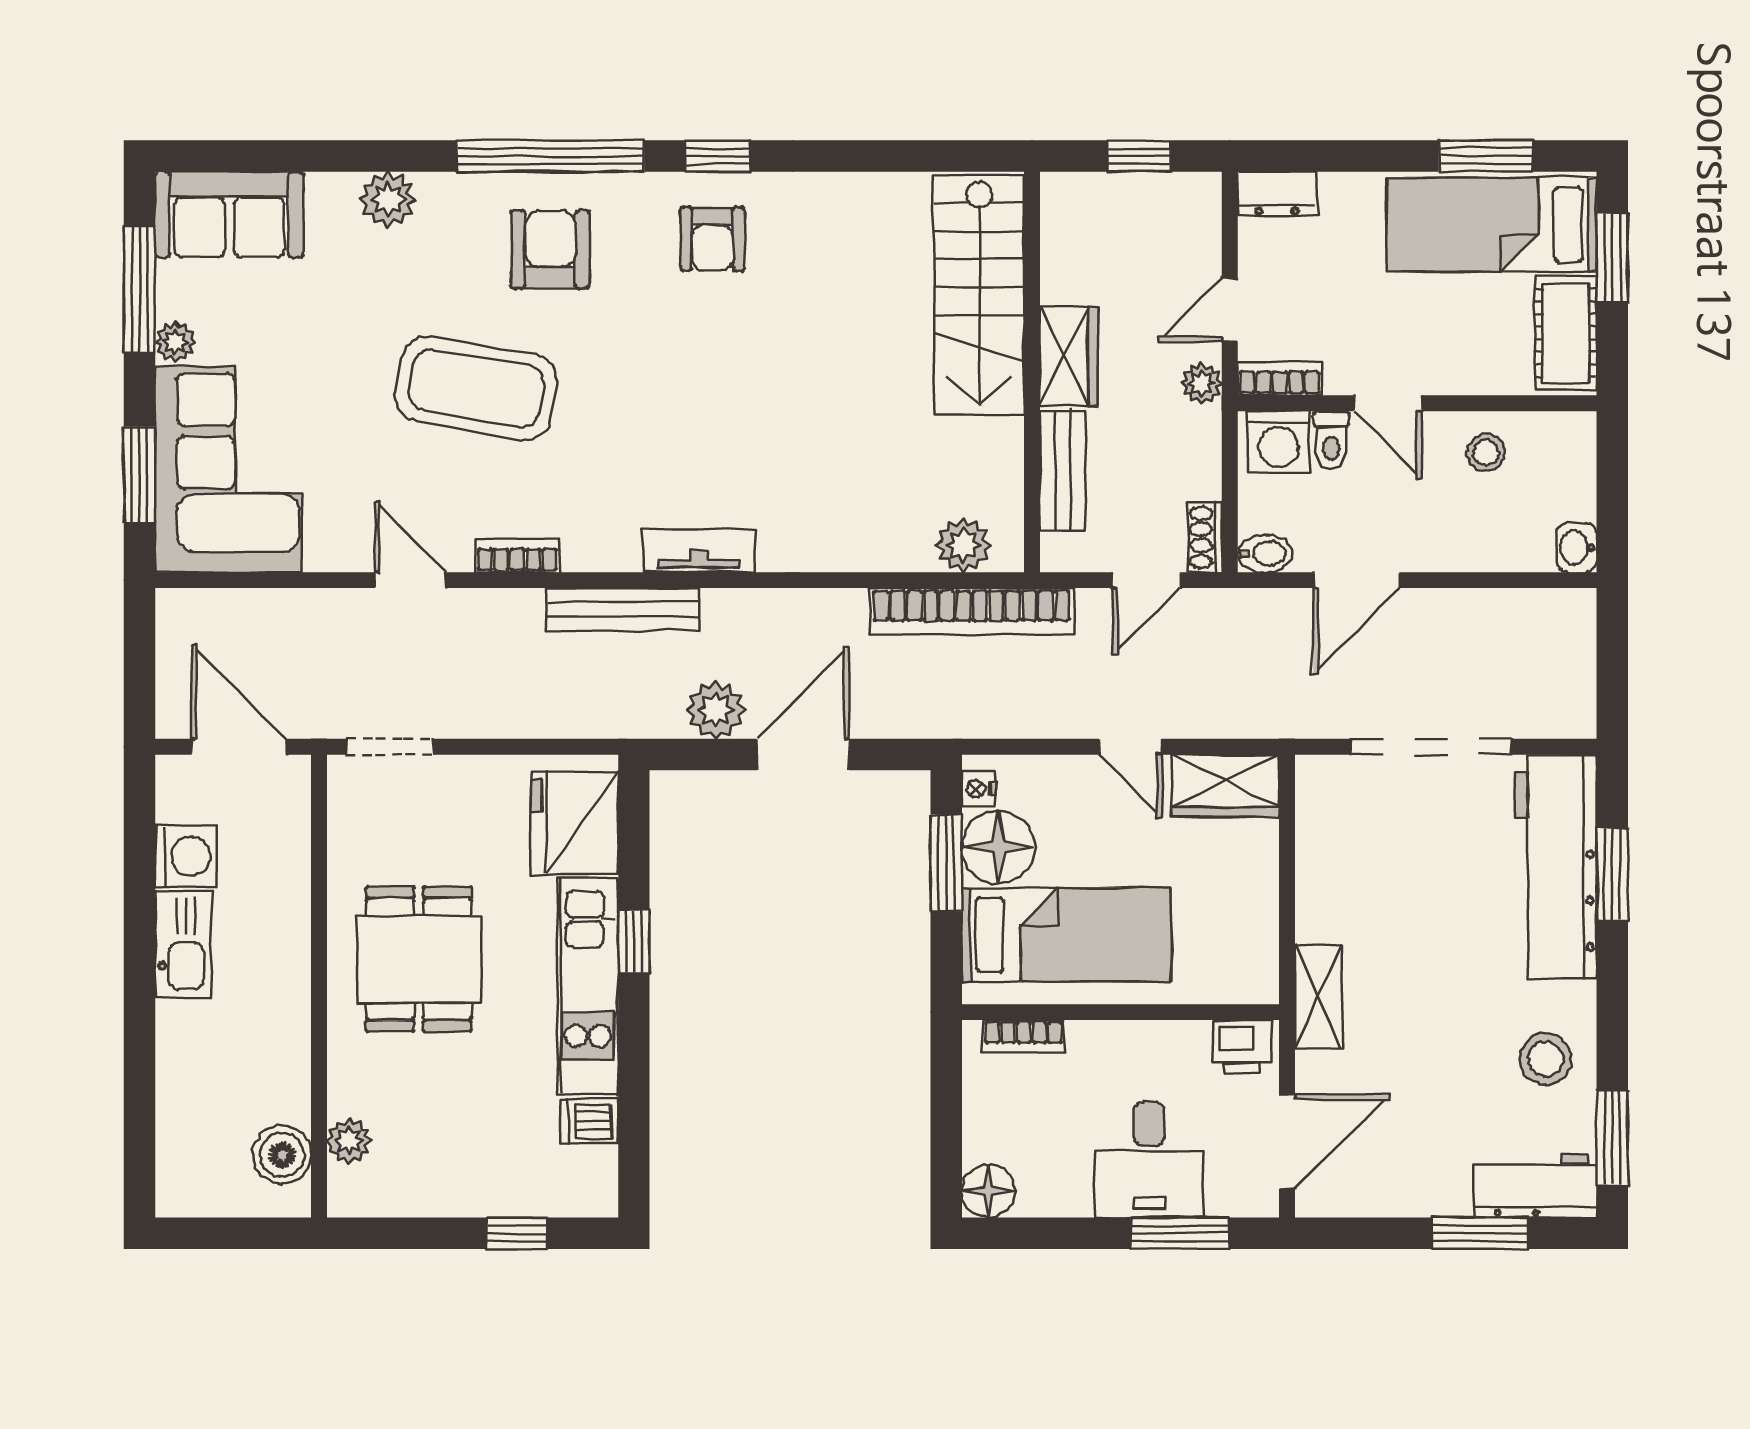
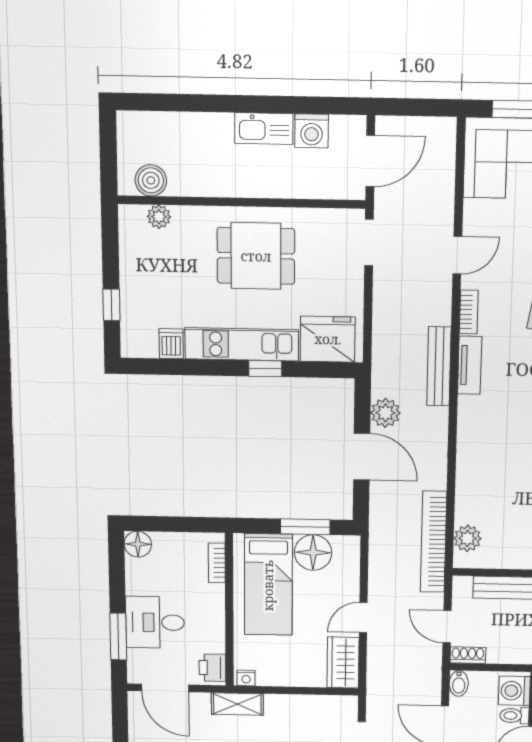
tv unit: (699, 551) -> (470, 365), moved
nightstand: (979, 789) -> (246, 678), moved, turned 180

